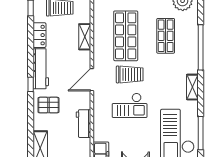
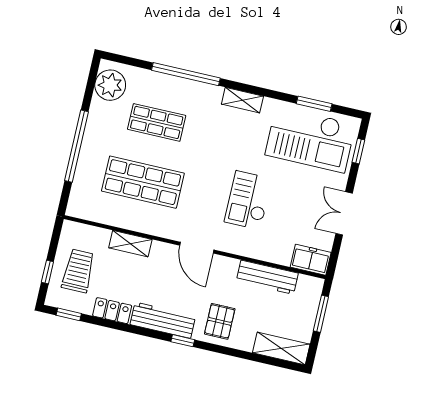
trolley: (130, 74) -> (202, 189), removed
checkout: (130, 105) -> (248, 200), turned 180
workbench: (83, 124) -> (267, 277), width x1.38
window: (201, 133) -> (314, 104), width x0.69

